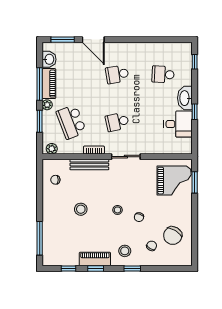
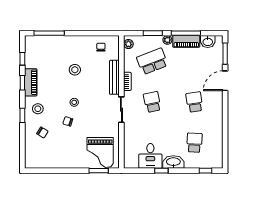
chair: (173, 236) -> (51, 151), removed

